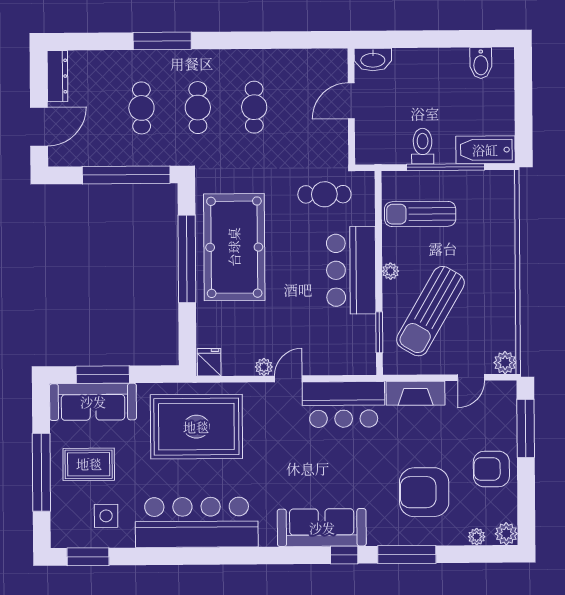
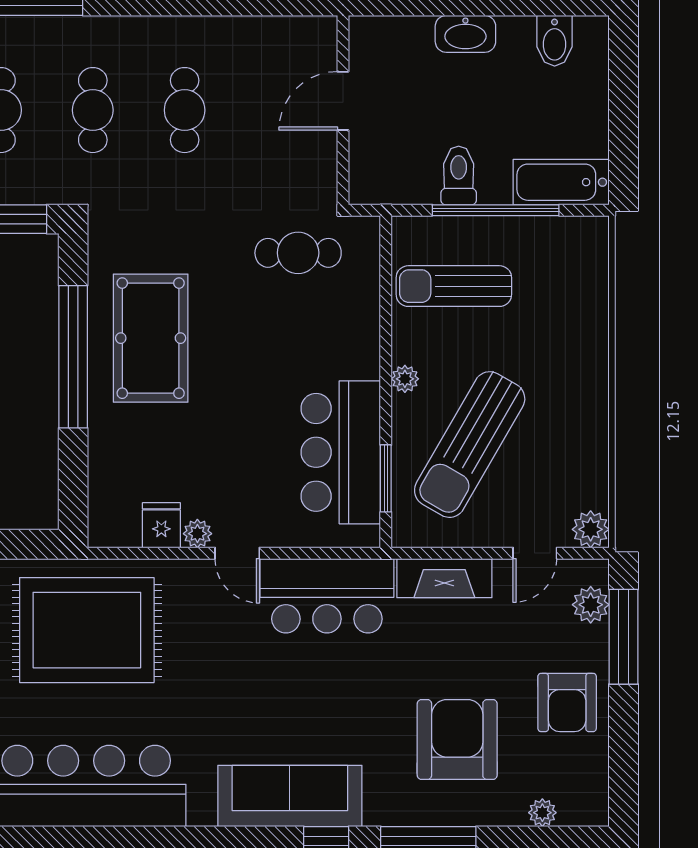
washbasin: (373, 60) -> (465, 34), moved
pool table: (234, 247) -> (151, 338), width x0.73, depth x0.76
bar counter: (351, 270) -> (341, 452), moved
fridge: (209, 362) -> (161, 525), moved
door: (288, 379) -> (237, 553), swing flipped
armchair: (491, 469) -> (567, 702), turned -90
armchair: (424, 492) -> (457, 739), turned 90
plant: (506, 534) -> (591, 605), moved

